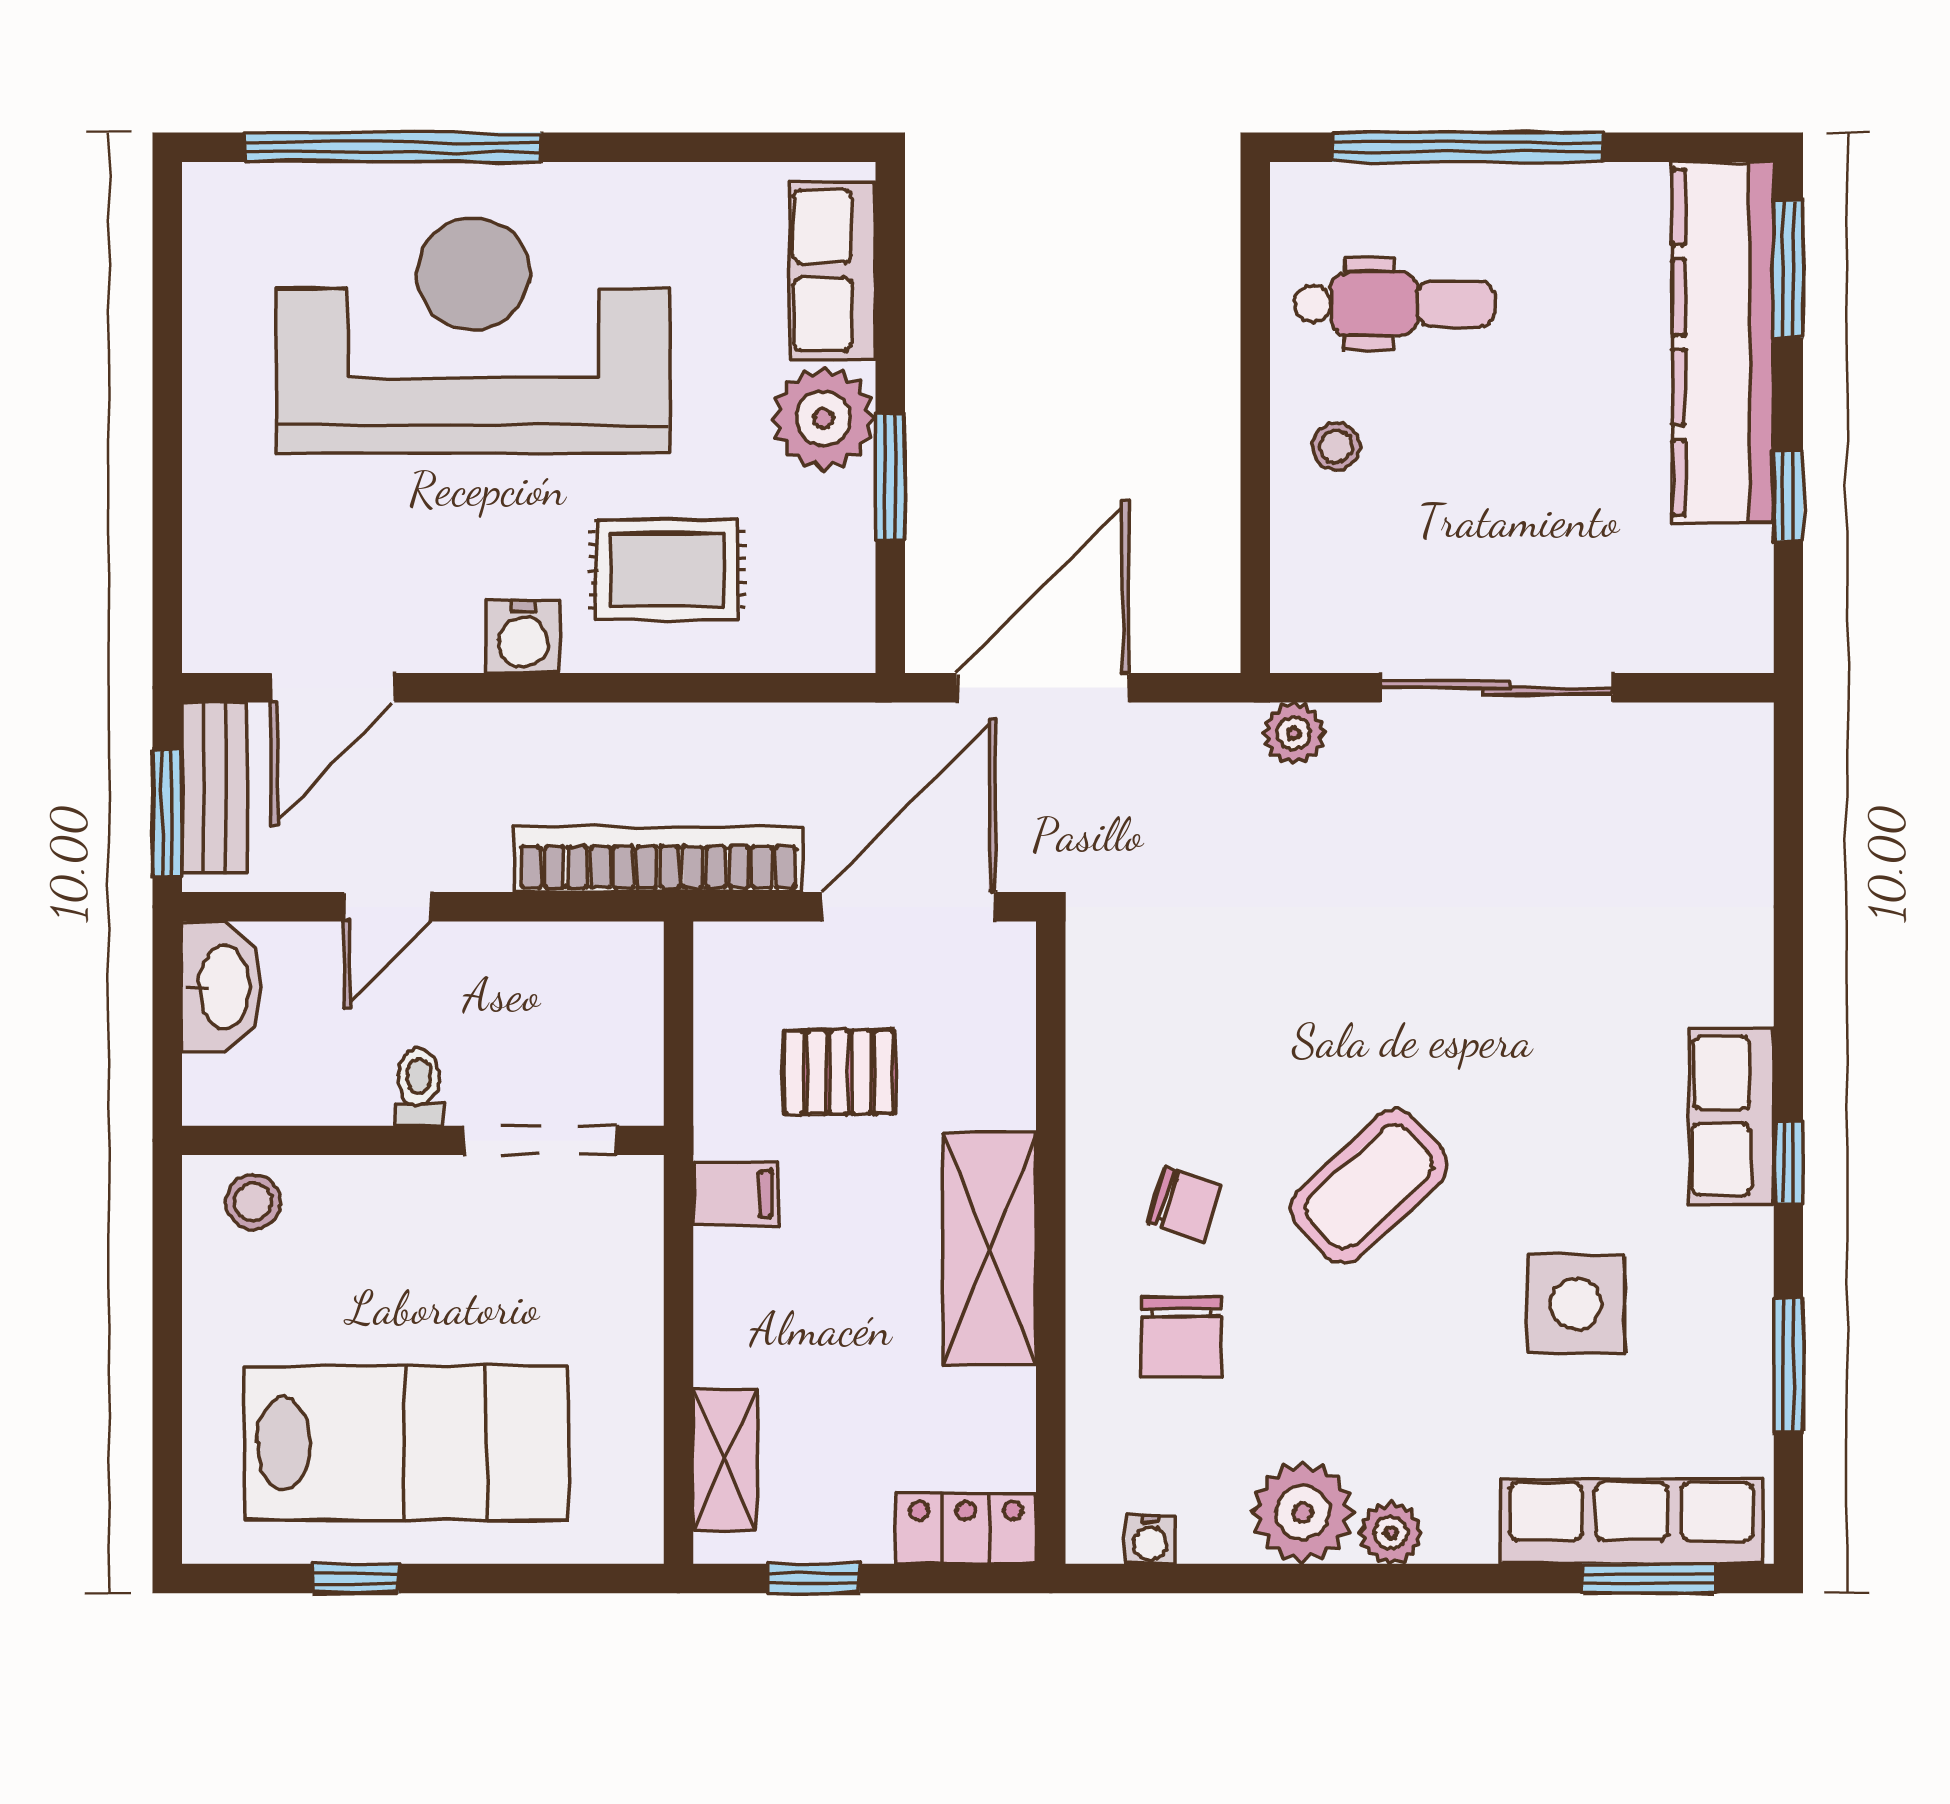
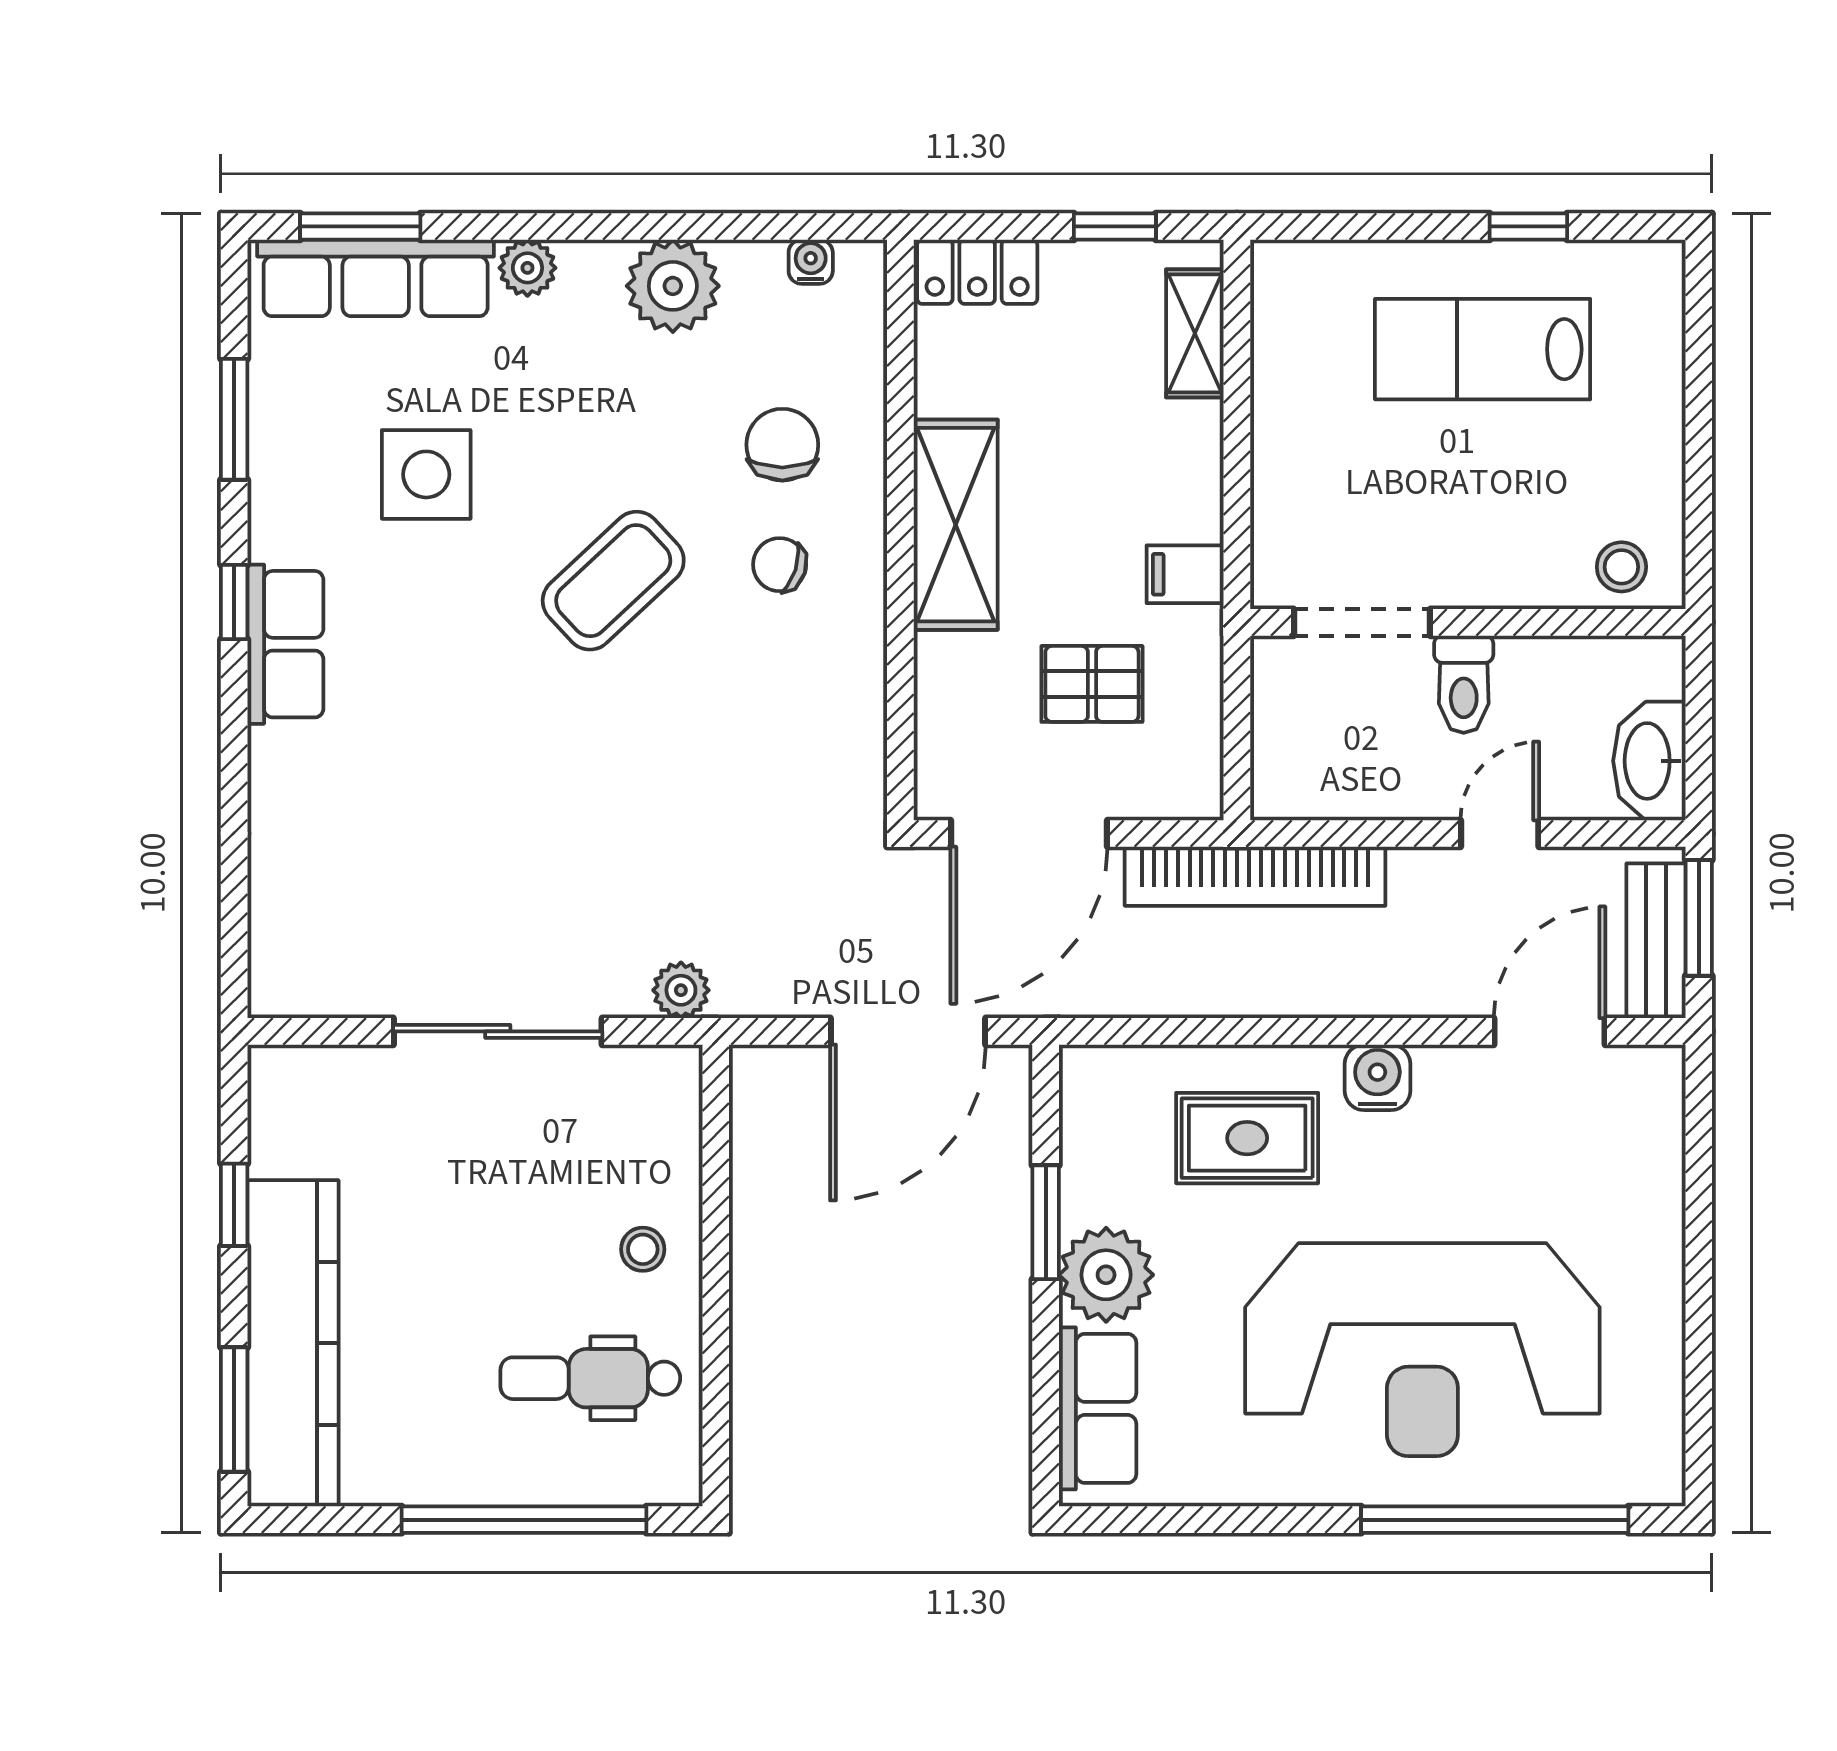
toilet: (419, 1087) -> (1464, 684), width x1.37, depth x1.39
lab bench: (407, 1443) -> (1483, 349), width x0.73, depth x0.72
plant: (1391, 1533) -> (527, 268), moved

